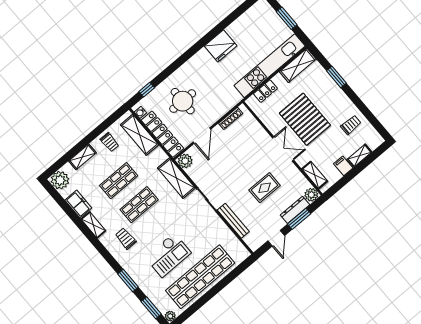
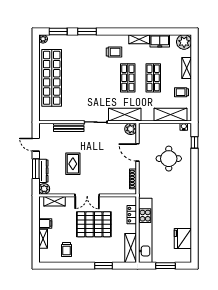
fridge: (221, 46) -> (183, 239), moved
locker: (162, 134) -> (159, 129), removed
checkout: (168, 255) -> (82, 69), removed

